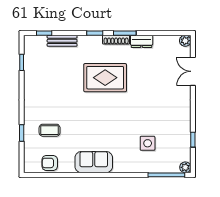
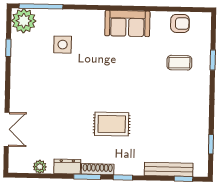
bench: (62, 41) -> (169, 169), width x1.36
plant: (185, 41) -> (40, 167), moved
rug: (105, 78) -> (112, 124), width x0.73, depth x0.70
plant: (185, 167) -> (24, 21), width x1.88, depth x1.88

